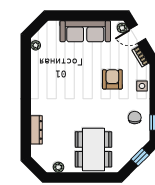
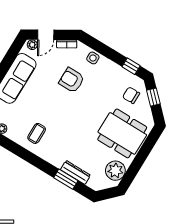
coffee table: (49, 77) -> (37, 133), added
chair: (135, 118) -> (131, 95), moved
window: (26, 125) -> (66, 179), added
plant: (59, 167) -> (115, 171), width x1.88, depth x1.88

